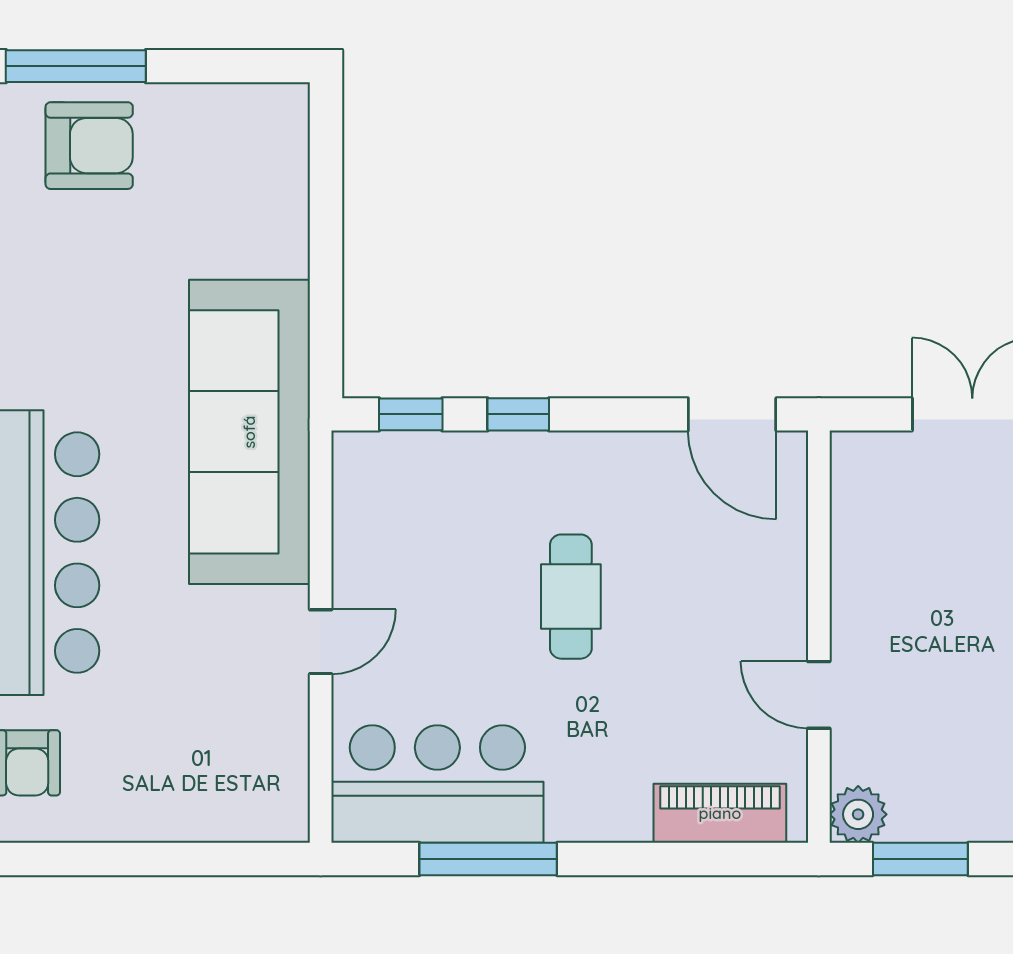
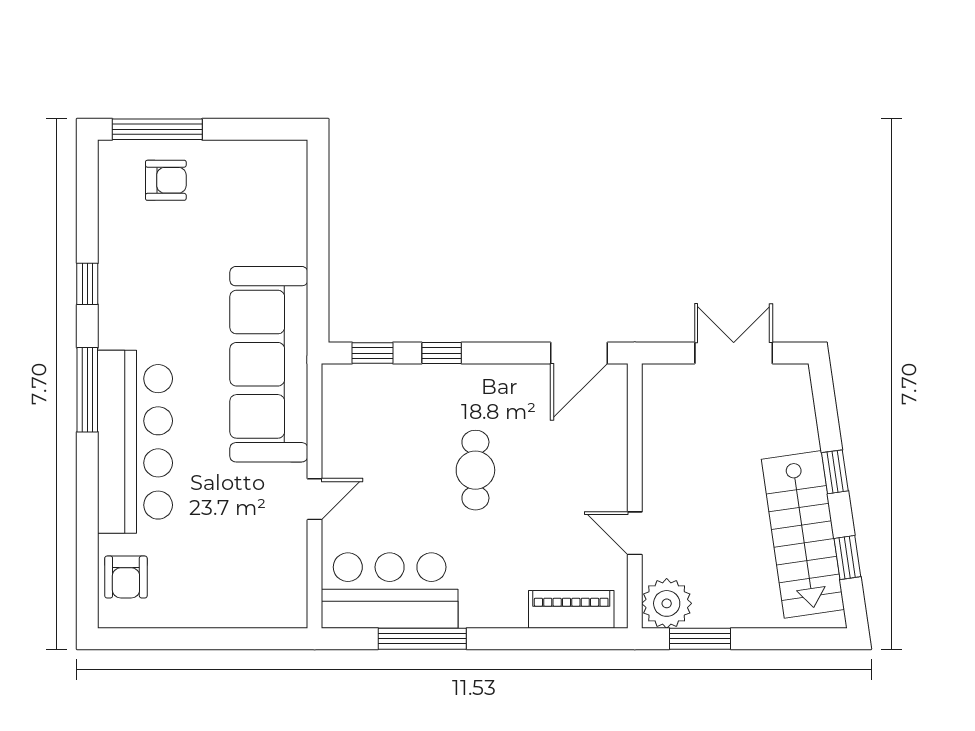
armchair: (89, 146) -> (166, 180), width x0.72, depth x0.72
door: (732, 414) -> (579, 353), hinge flipped
plant: (858, 814) -> (667, 603), width x1.36, depth x1.36

